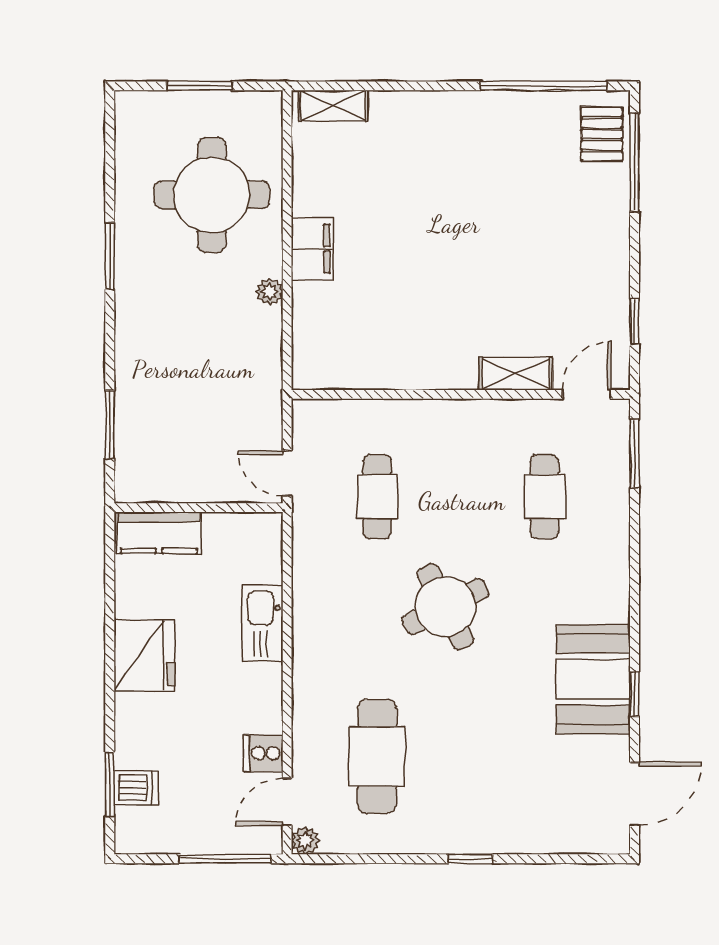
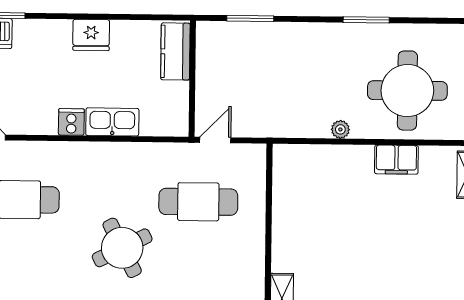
filing cabinet: (312, 249) -> (396, 160), moved
cafe table: (377, 497) -> (198, 202), width x1.37, depth x1.35
fridge: (144, 656) -> (91, 35), width x0.73, depth x0.75
cooker: (263, 753) -> (71, 122), moved

